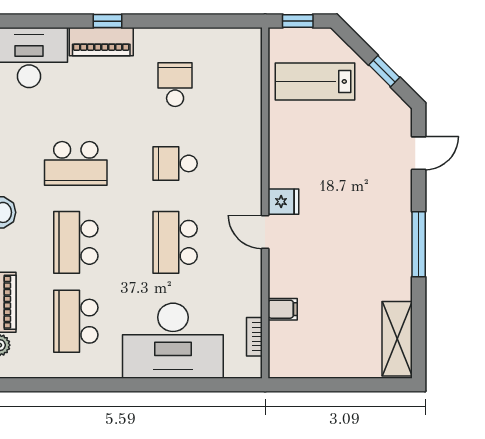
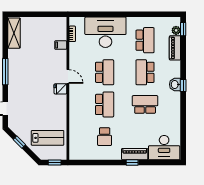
school desk: (175, 163) -> (105, 104), width x1.85
school desk: (76, 242) -> (145, 72), turned 180

